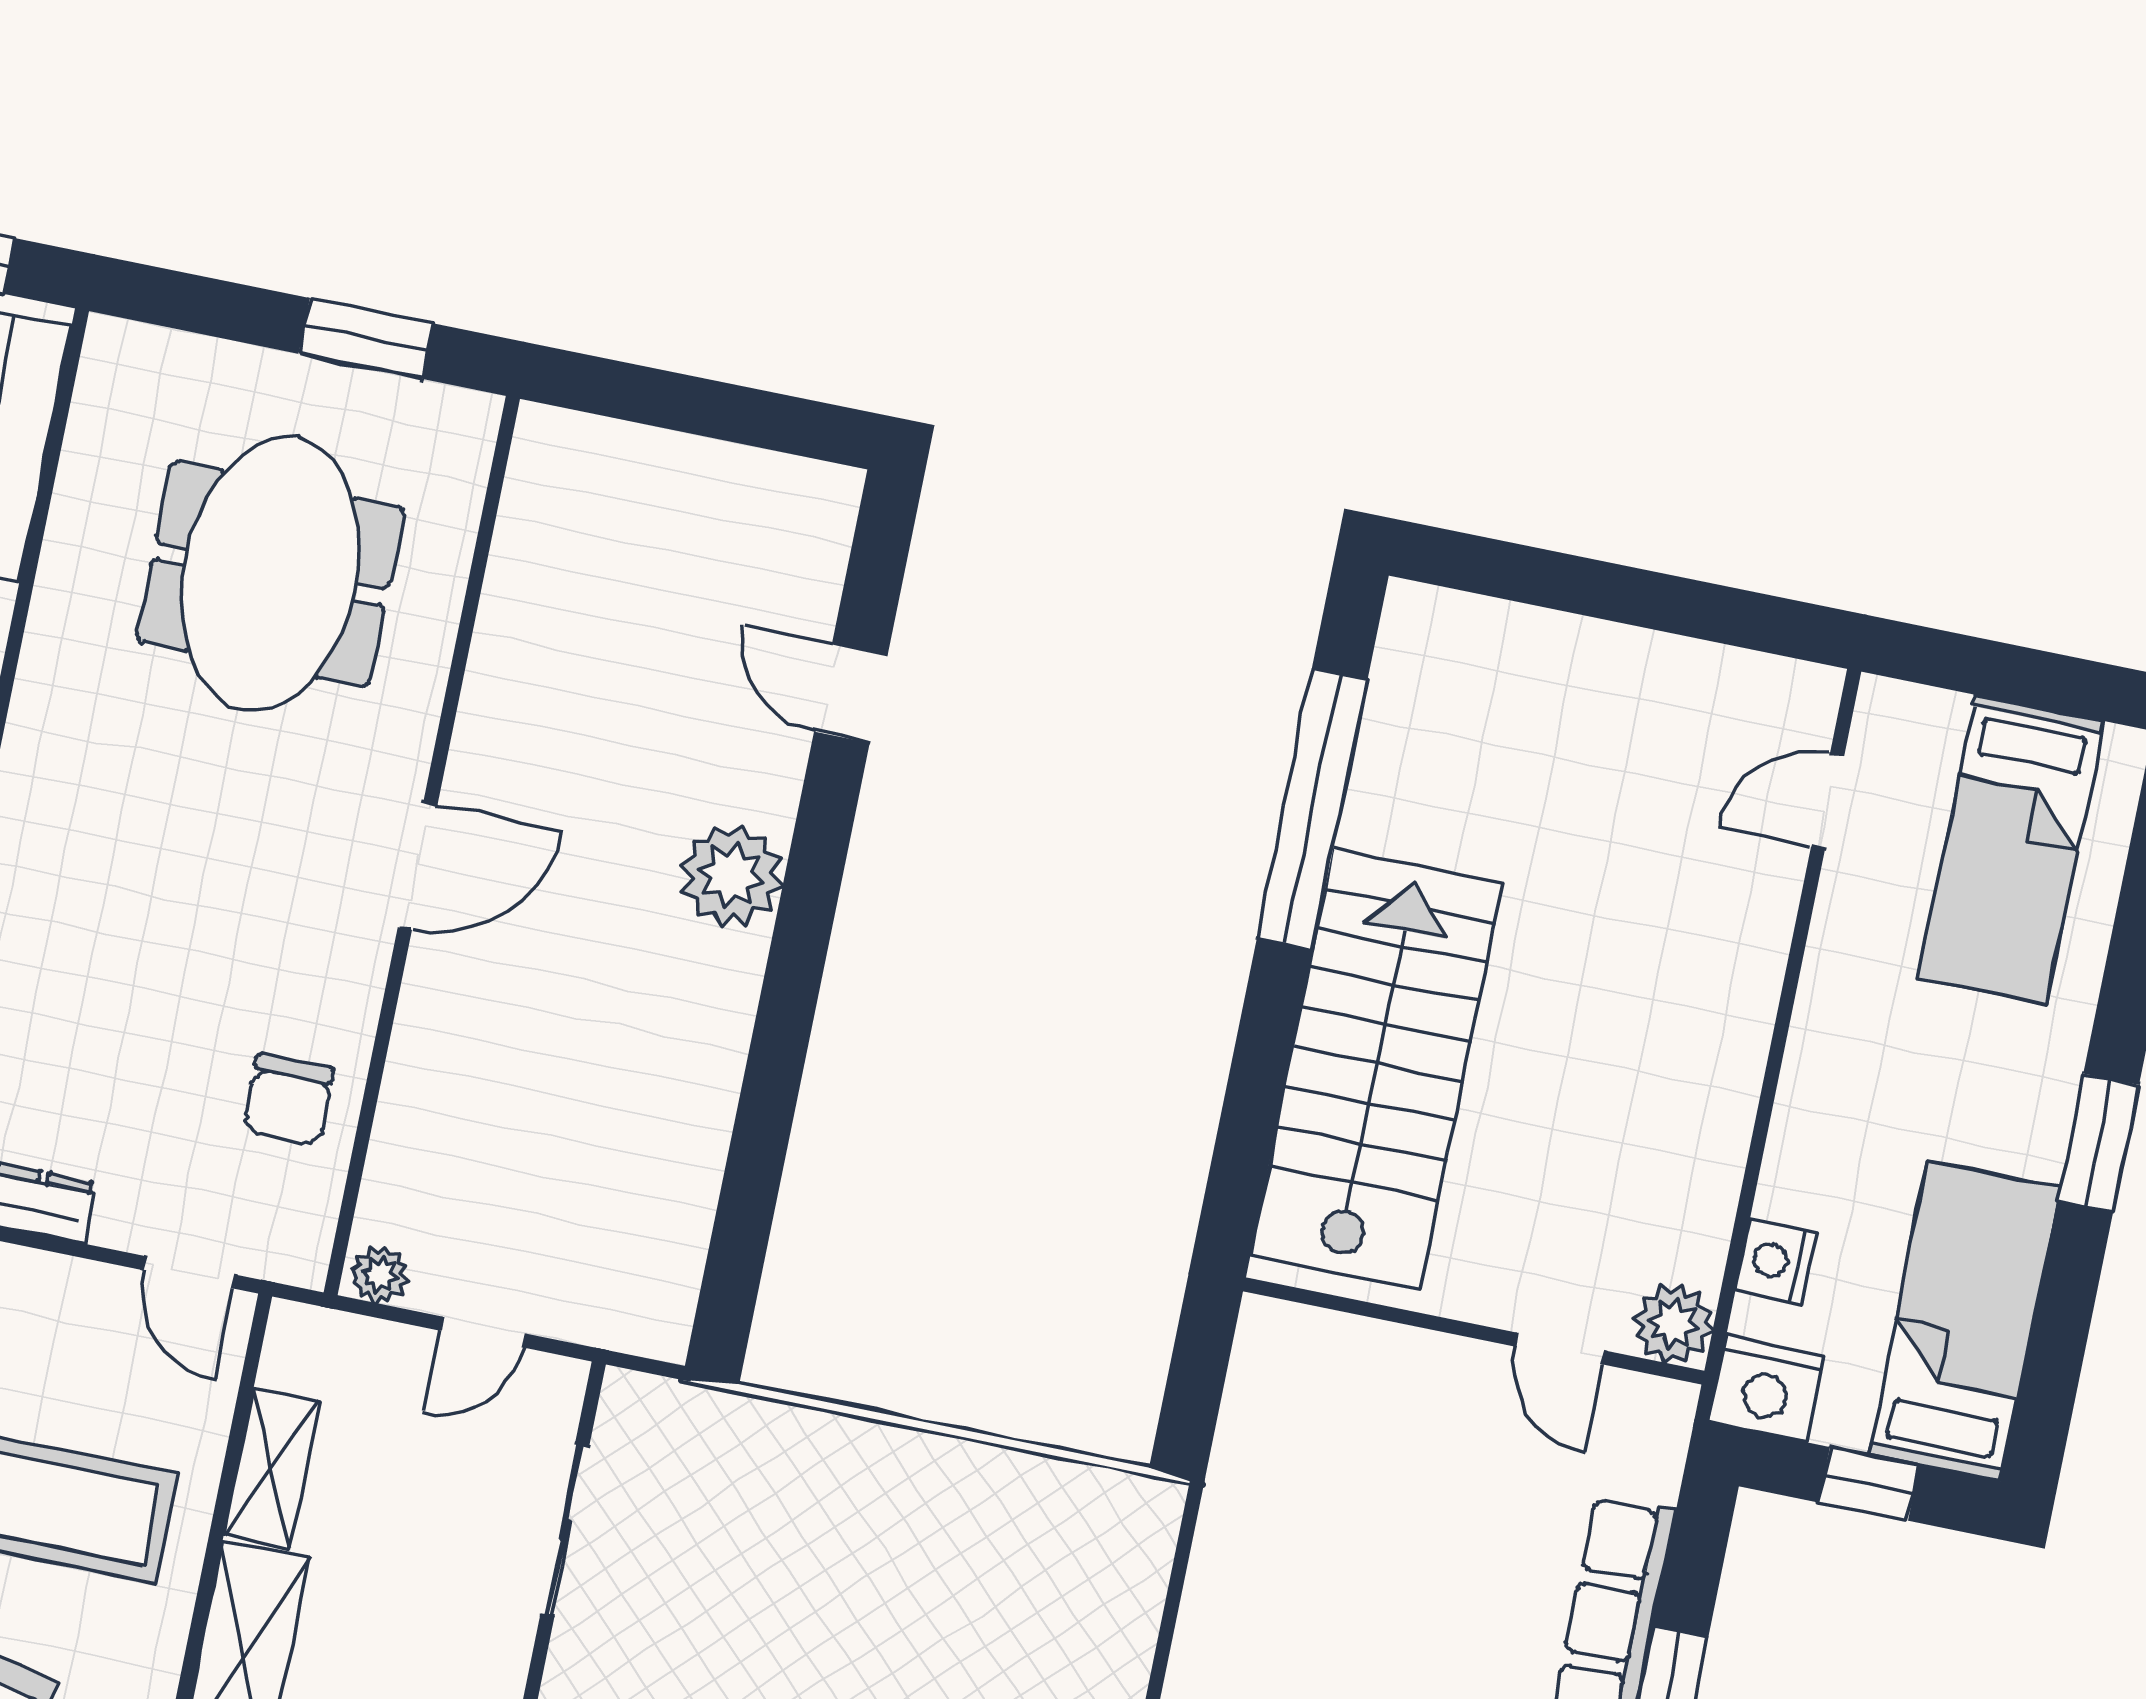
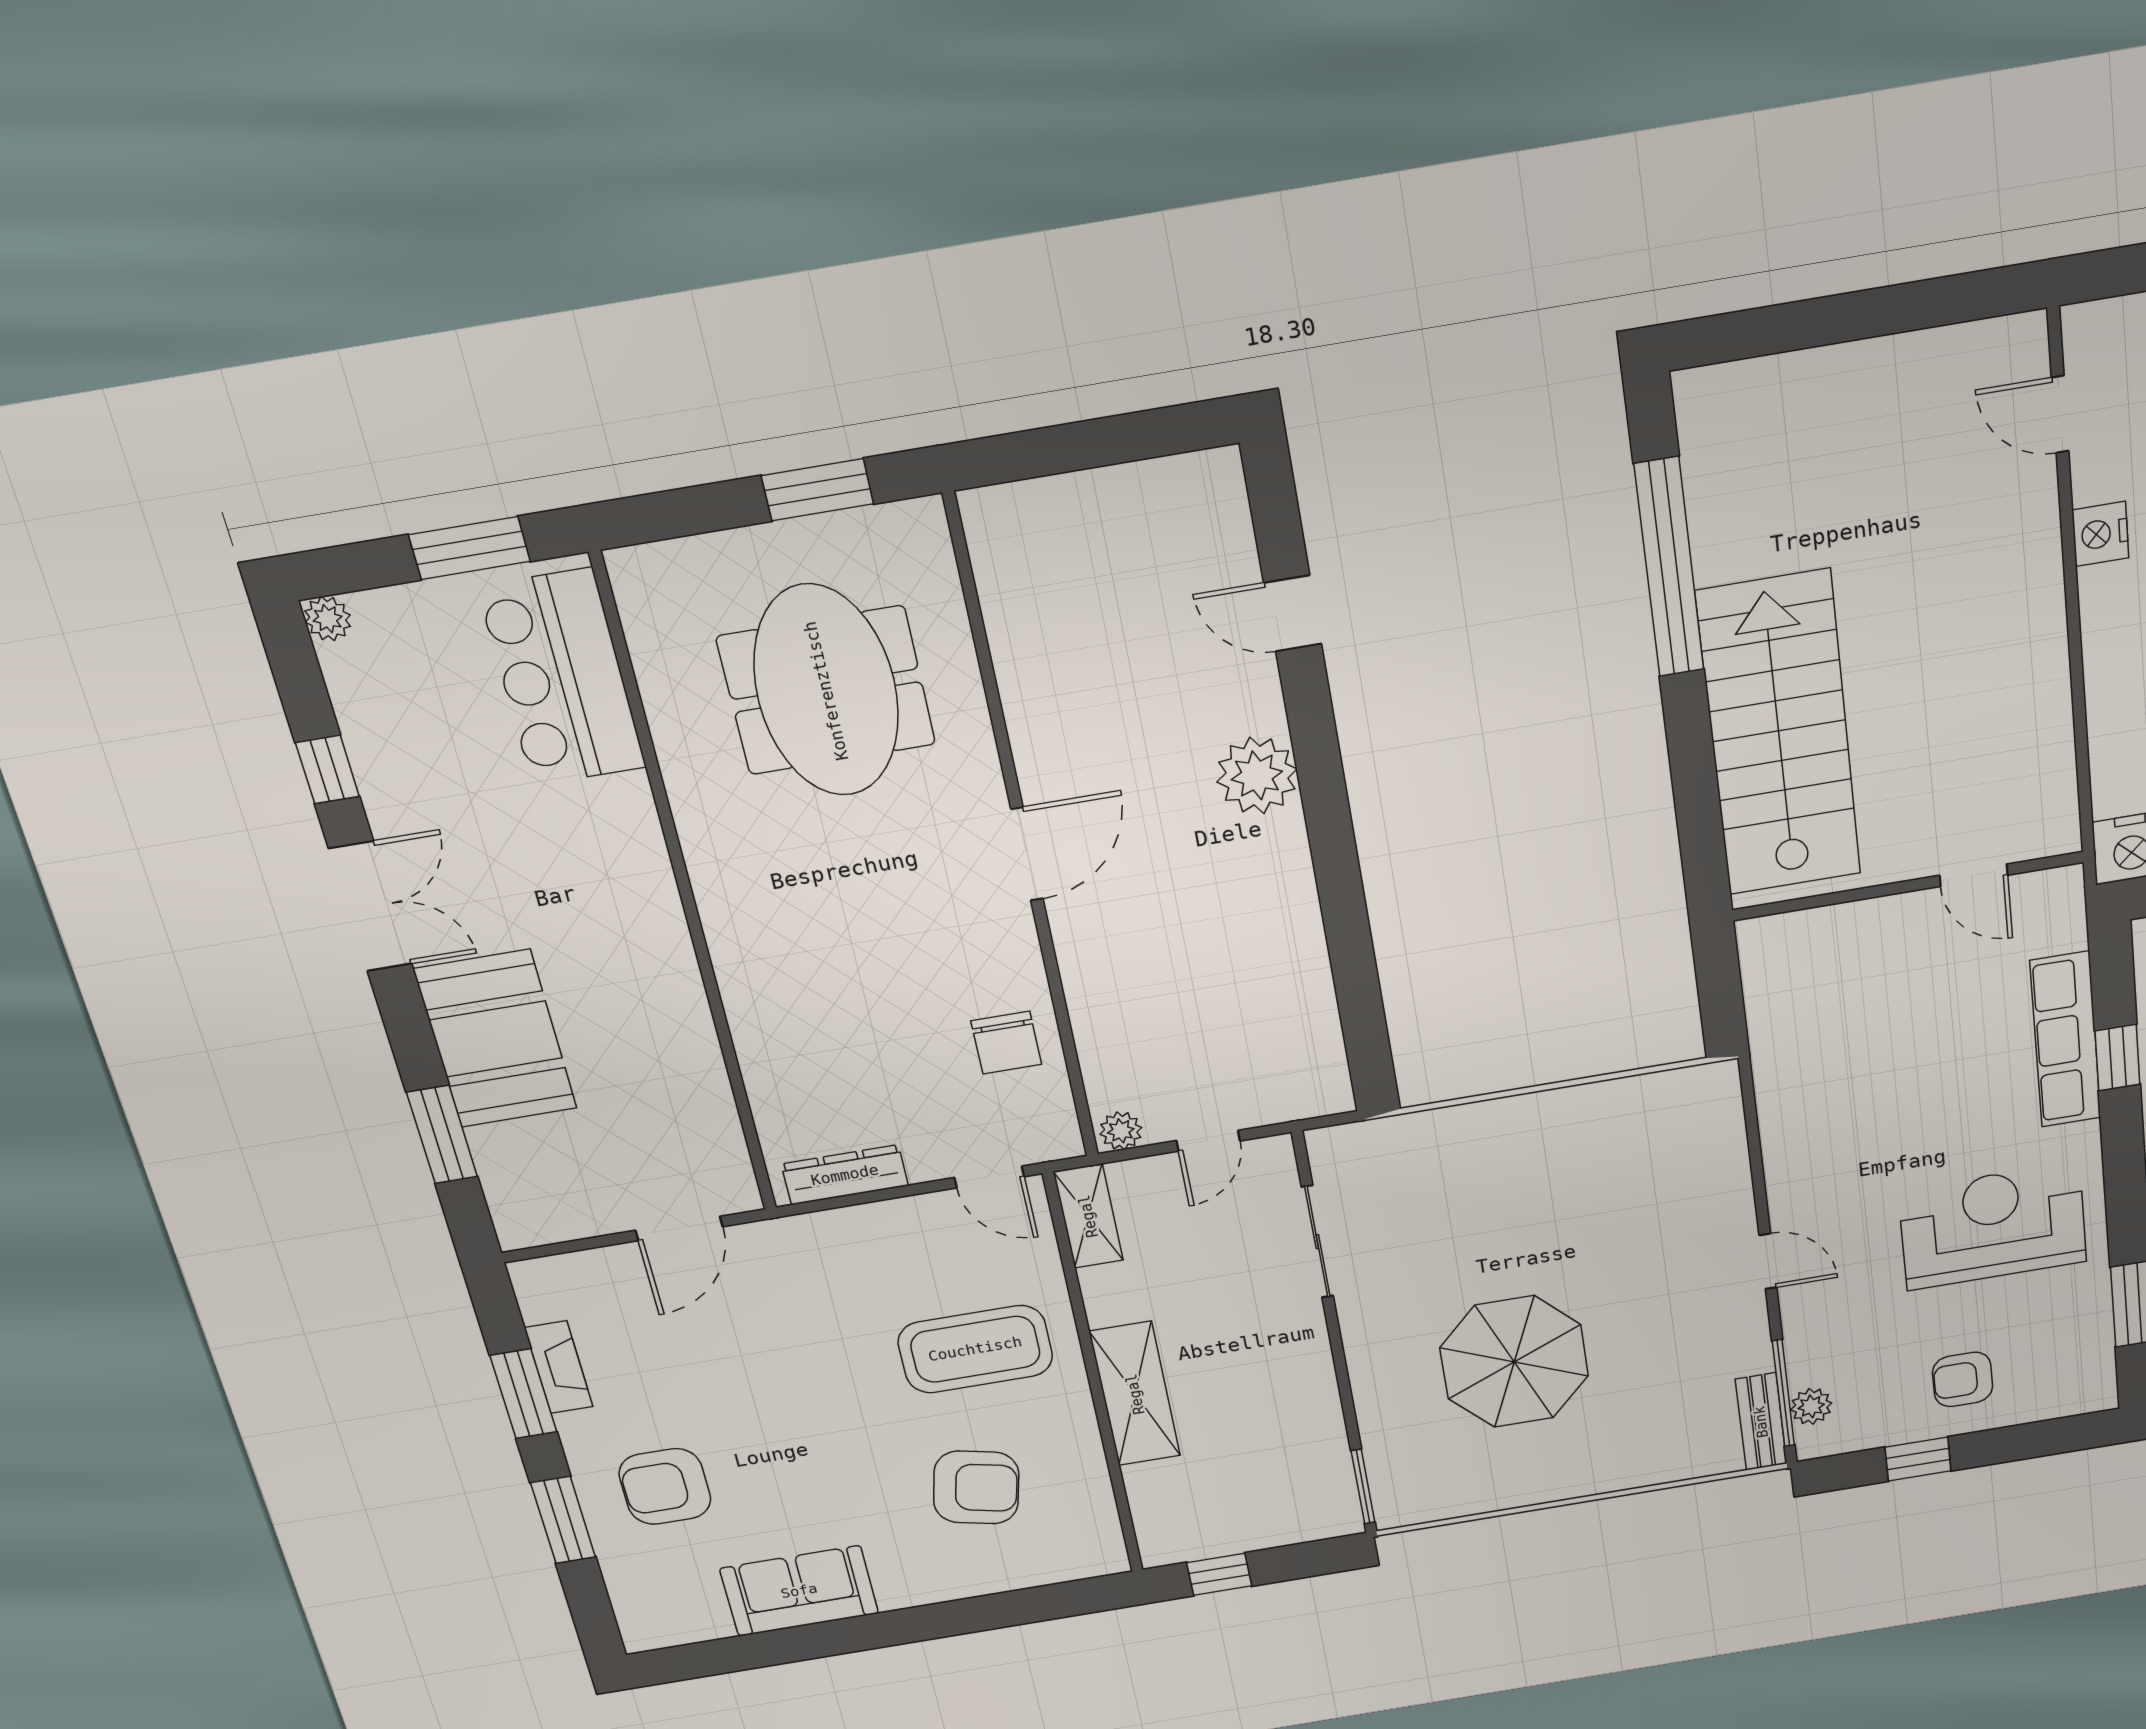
door: (1828, 801) -> (2060, 414), hinge flipped
nightstand: (1776, 1261) -> (2100, 534), moved
plant: (1673, 1324) -> (2051, 829), removed
shelving: (271, 1468) -> (1088, 1216), moved

